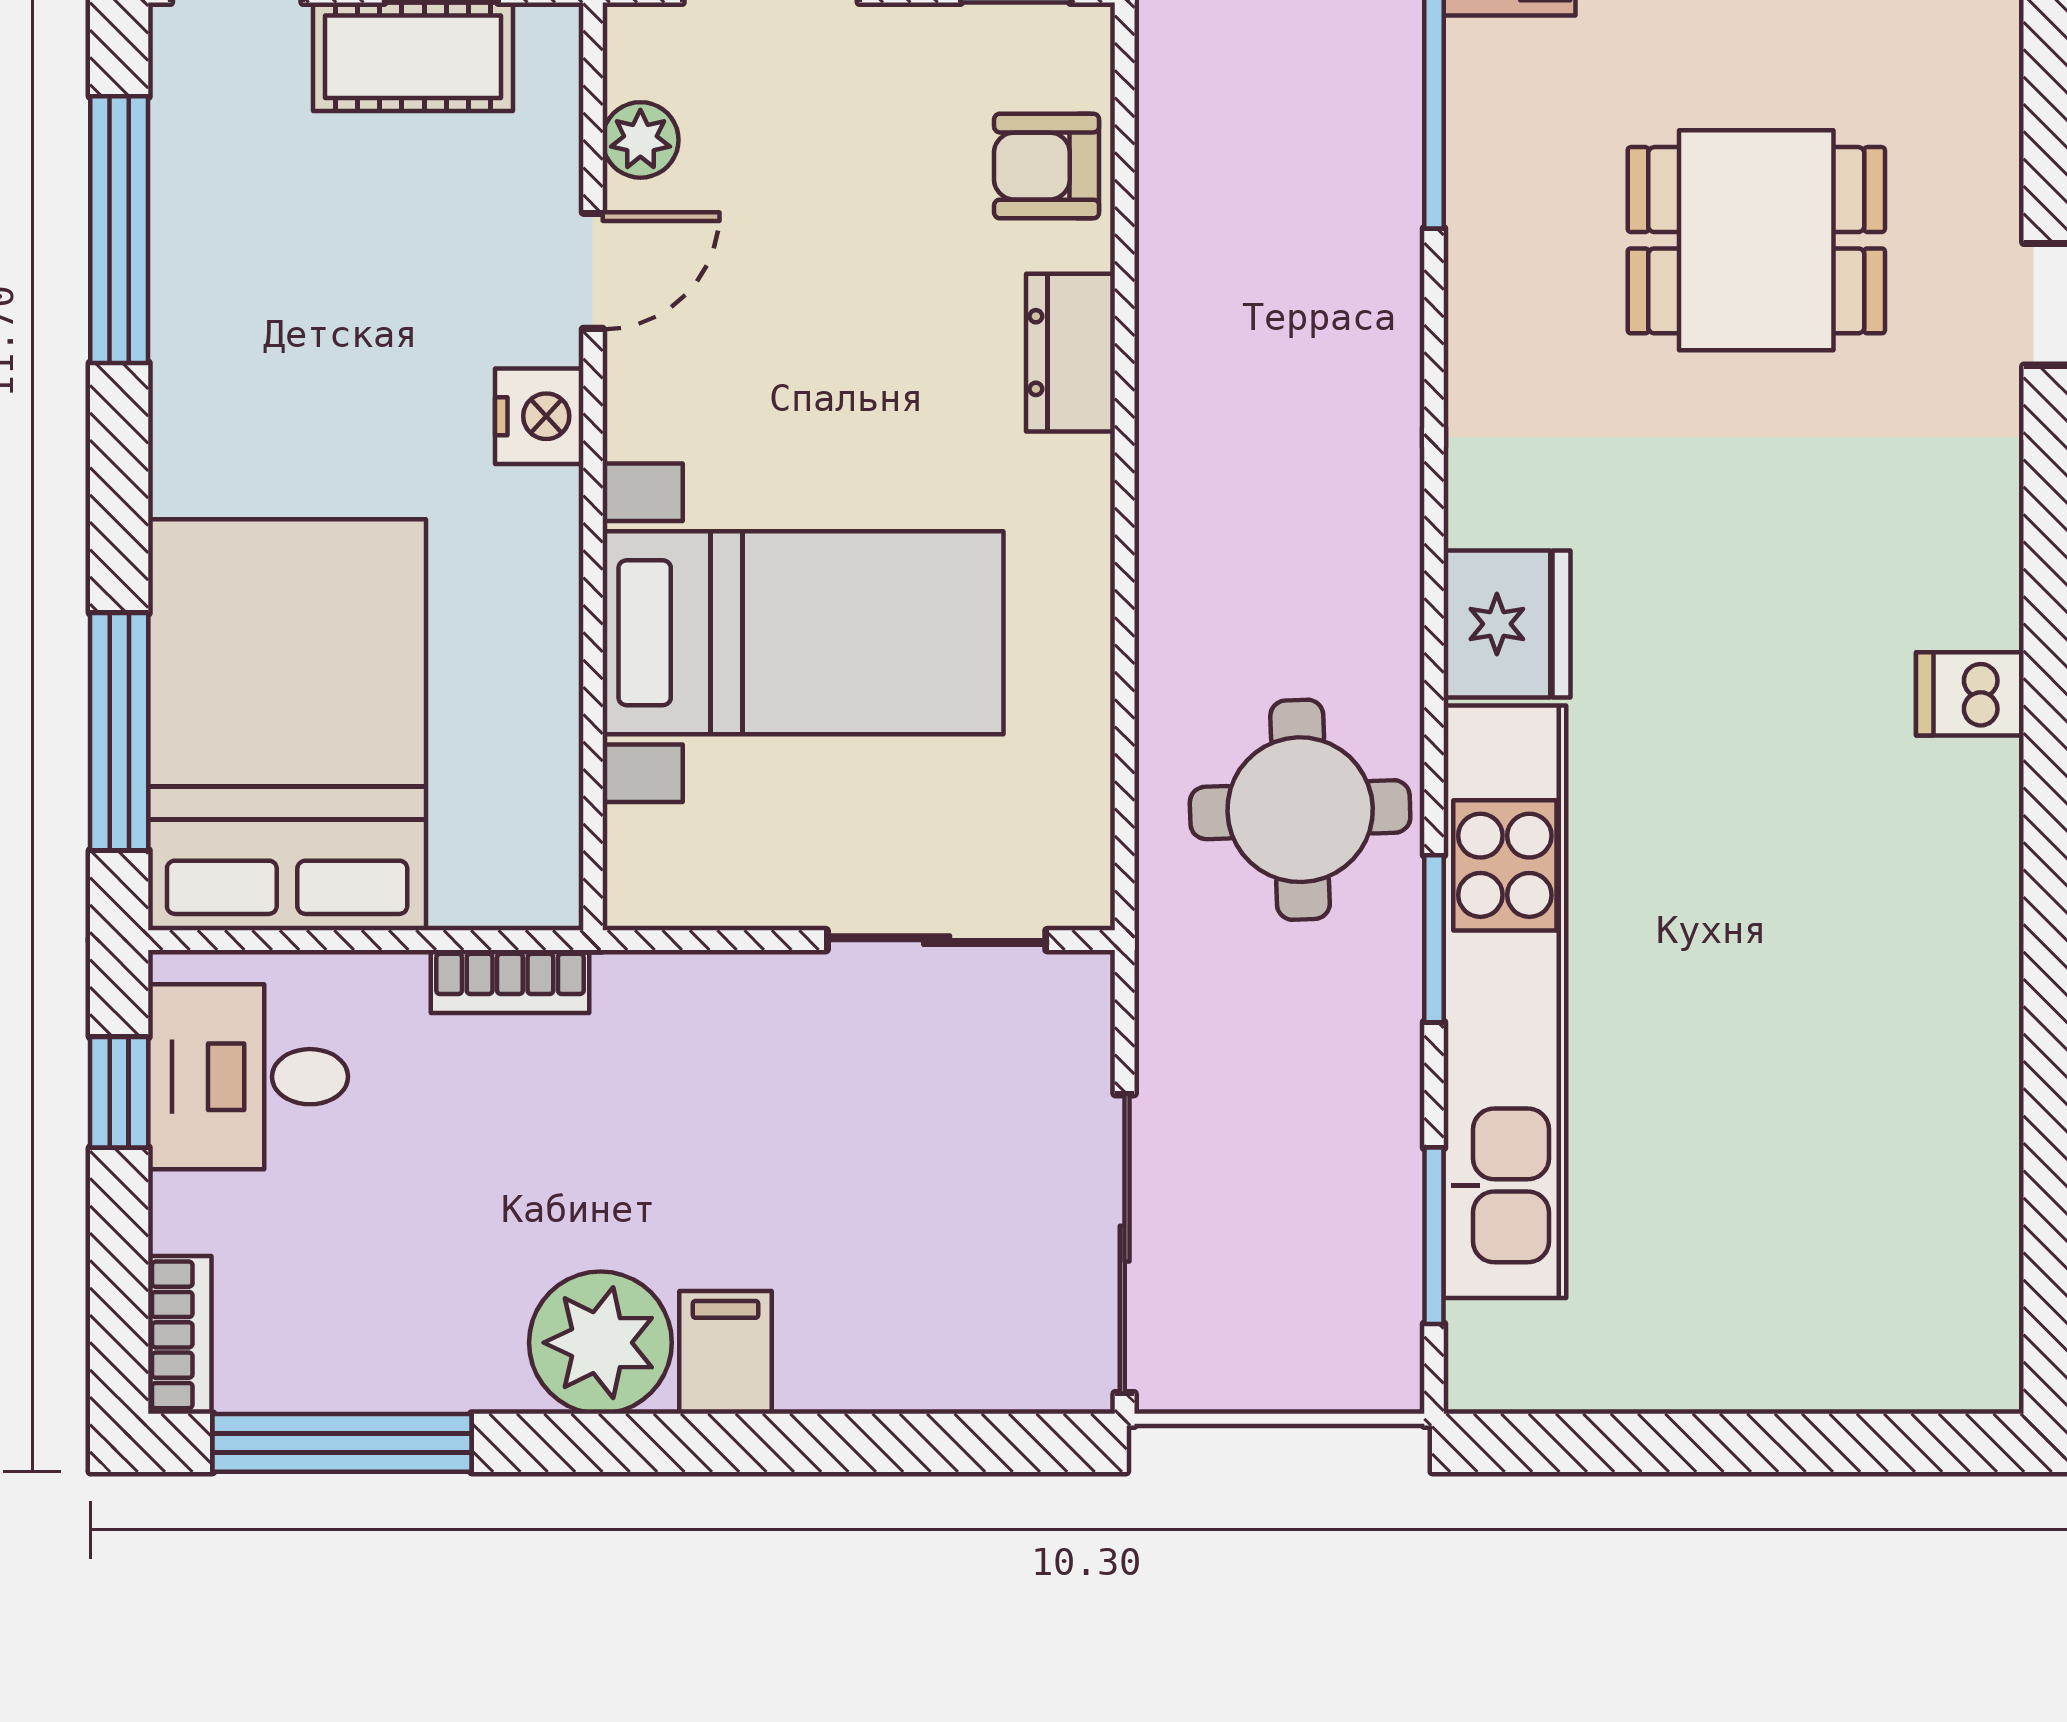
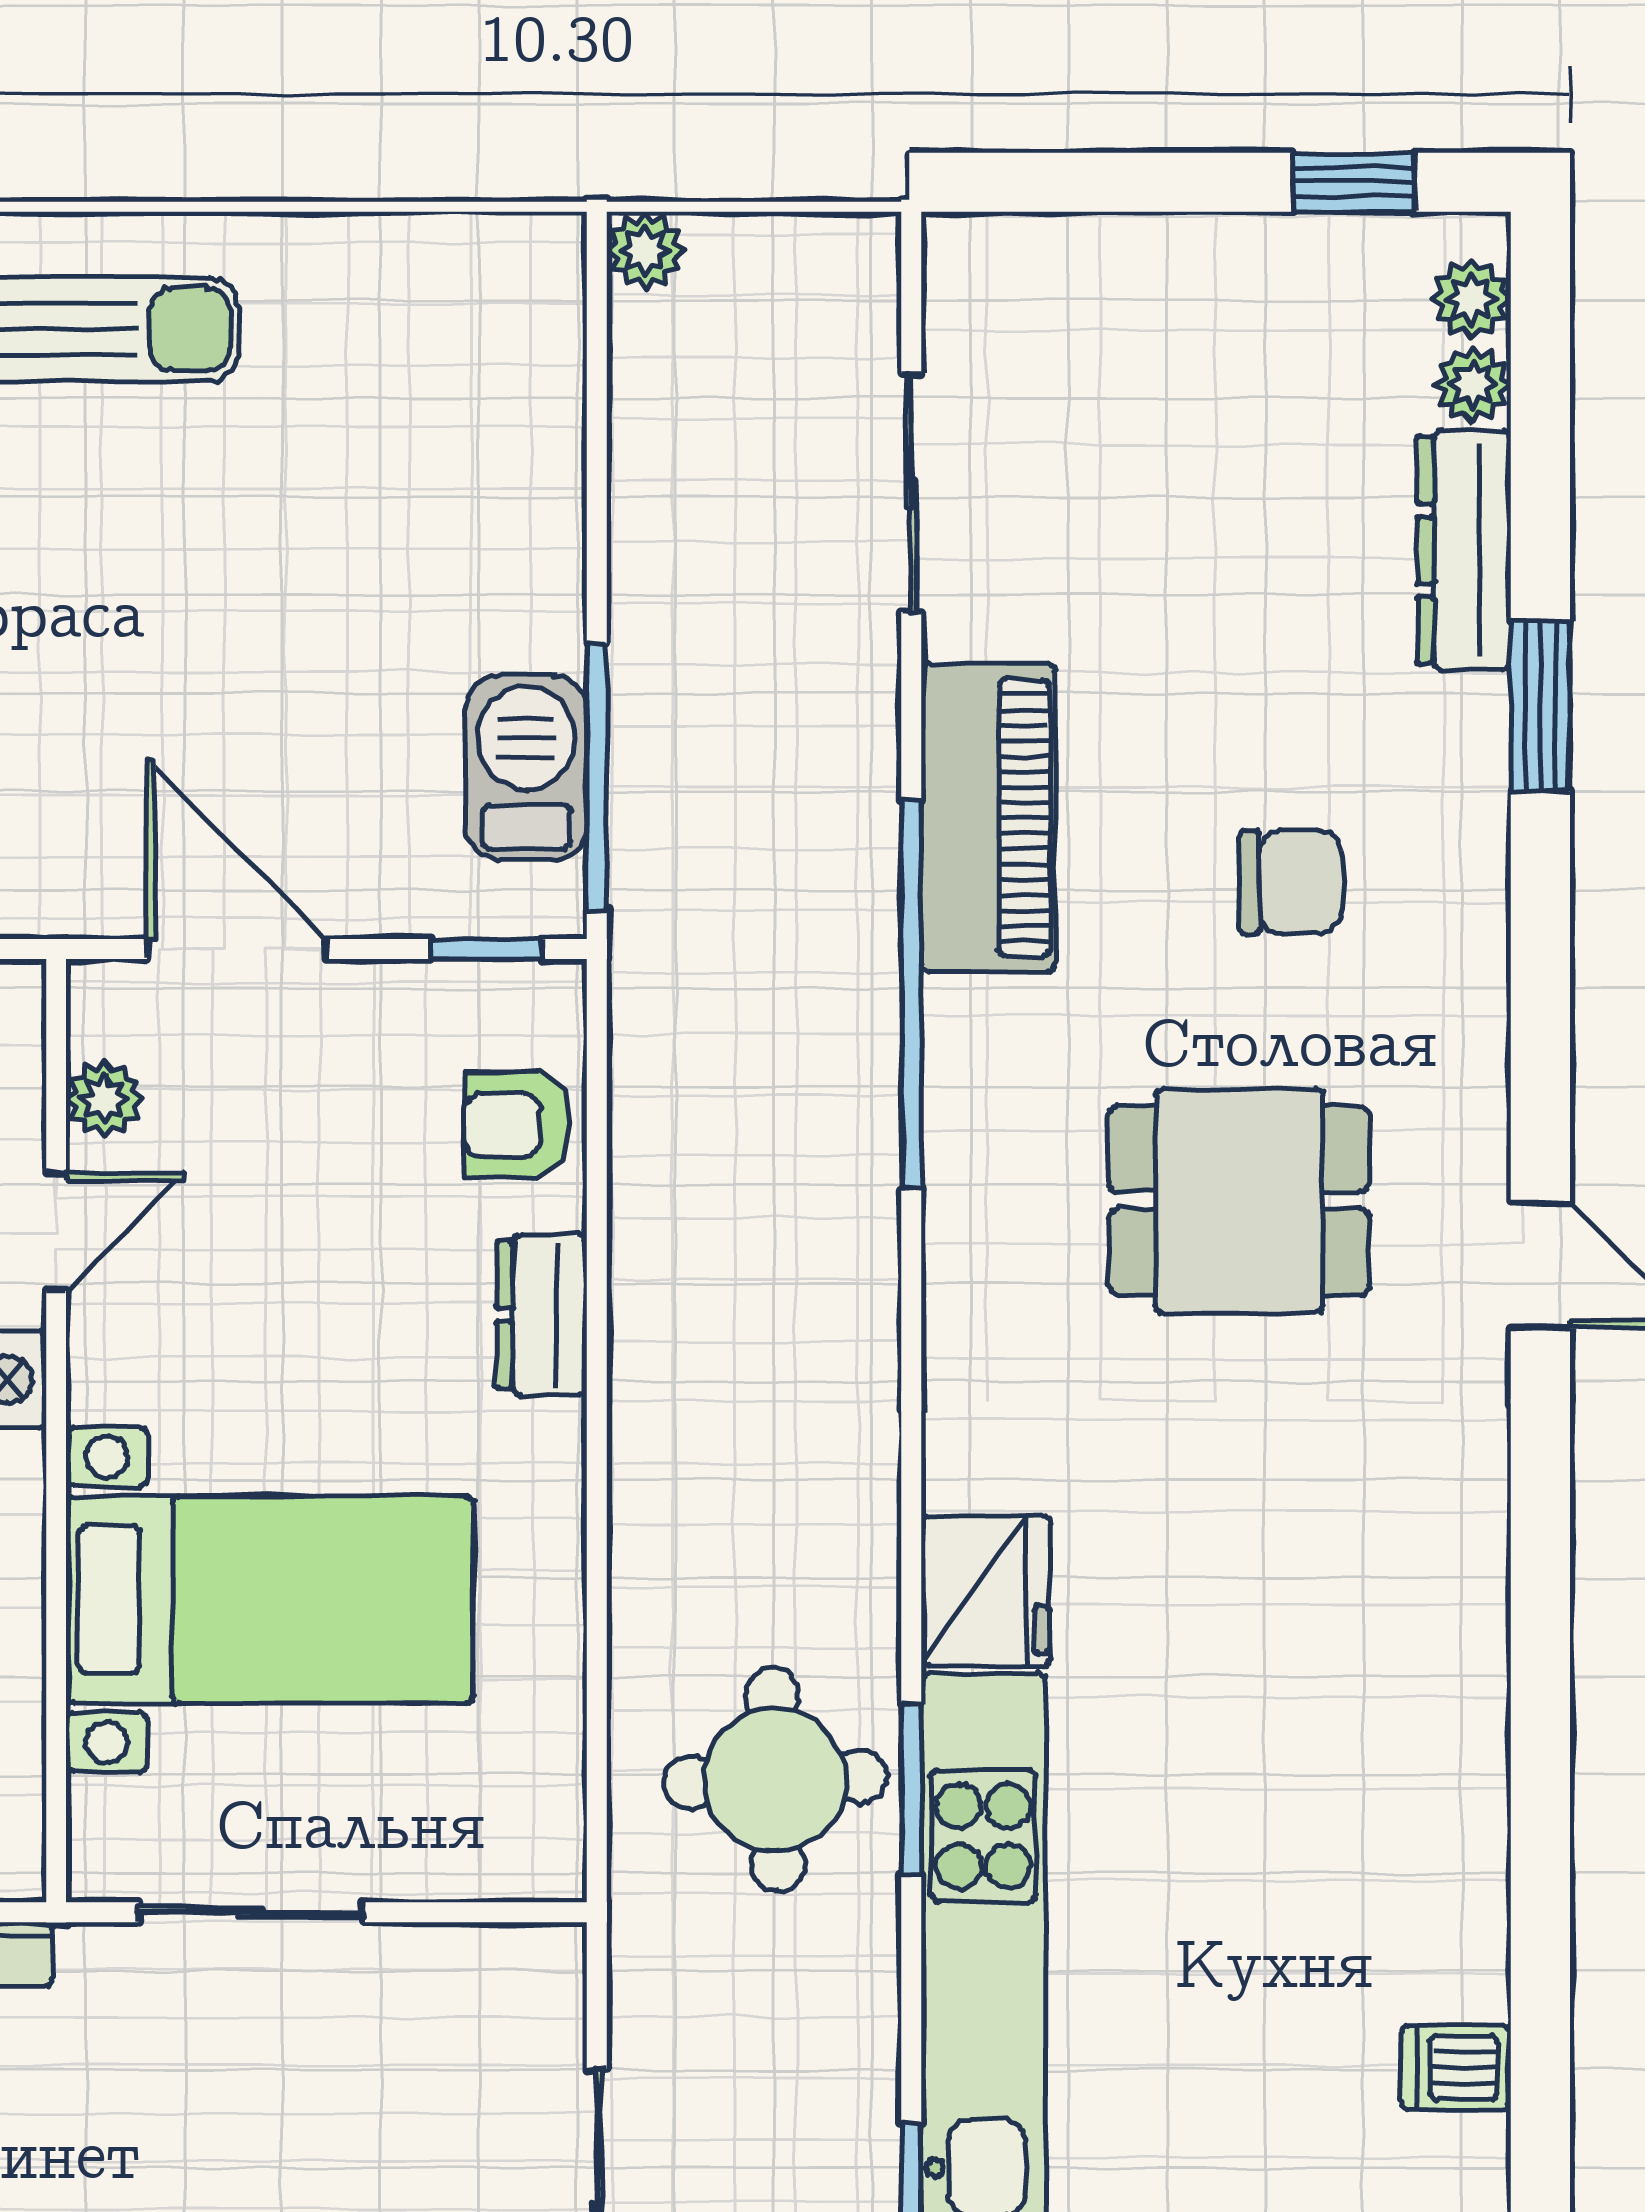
dishwasher: (1970, 694) -> (1456, 2068), moved
window: (1434, 939) -> (911, 1789), moved
sliding door: (937, 940) -> (251, 1912), moved

